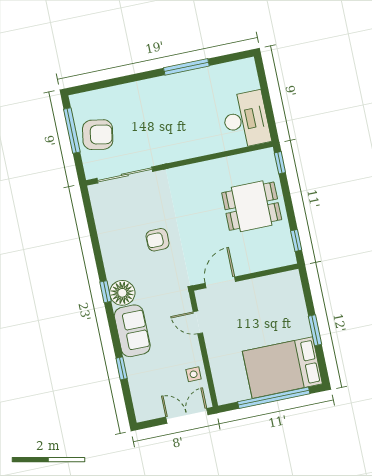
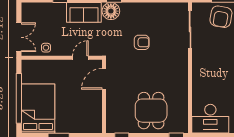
armchair: (158, 240) -> (142, 42), turned 90
door: (220, 282) -> (104, 79), swing flipped

